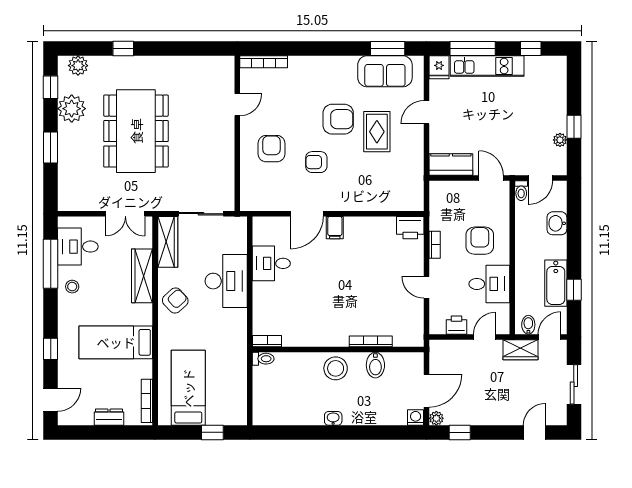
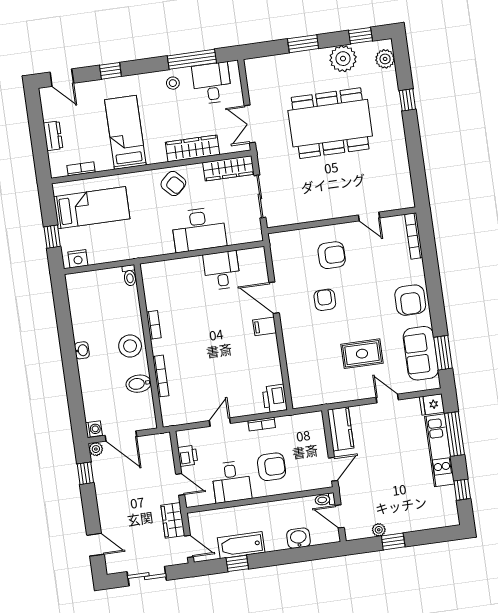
armchair: (338, 119) -> (410, 300), moved
bidet: (528, 325) -> (198, 524), removed
bookcase: (267, 341) -> (154, 325), moved
bookcase: (147, 401) -> (81, 169), width x0.64
nightstand: (239, 409) -> (78, 259), added

